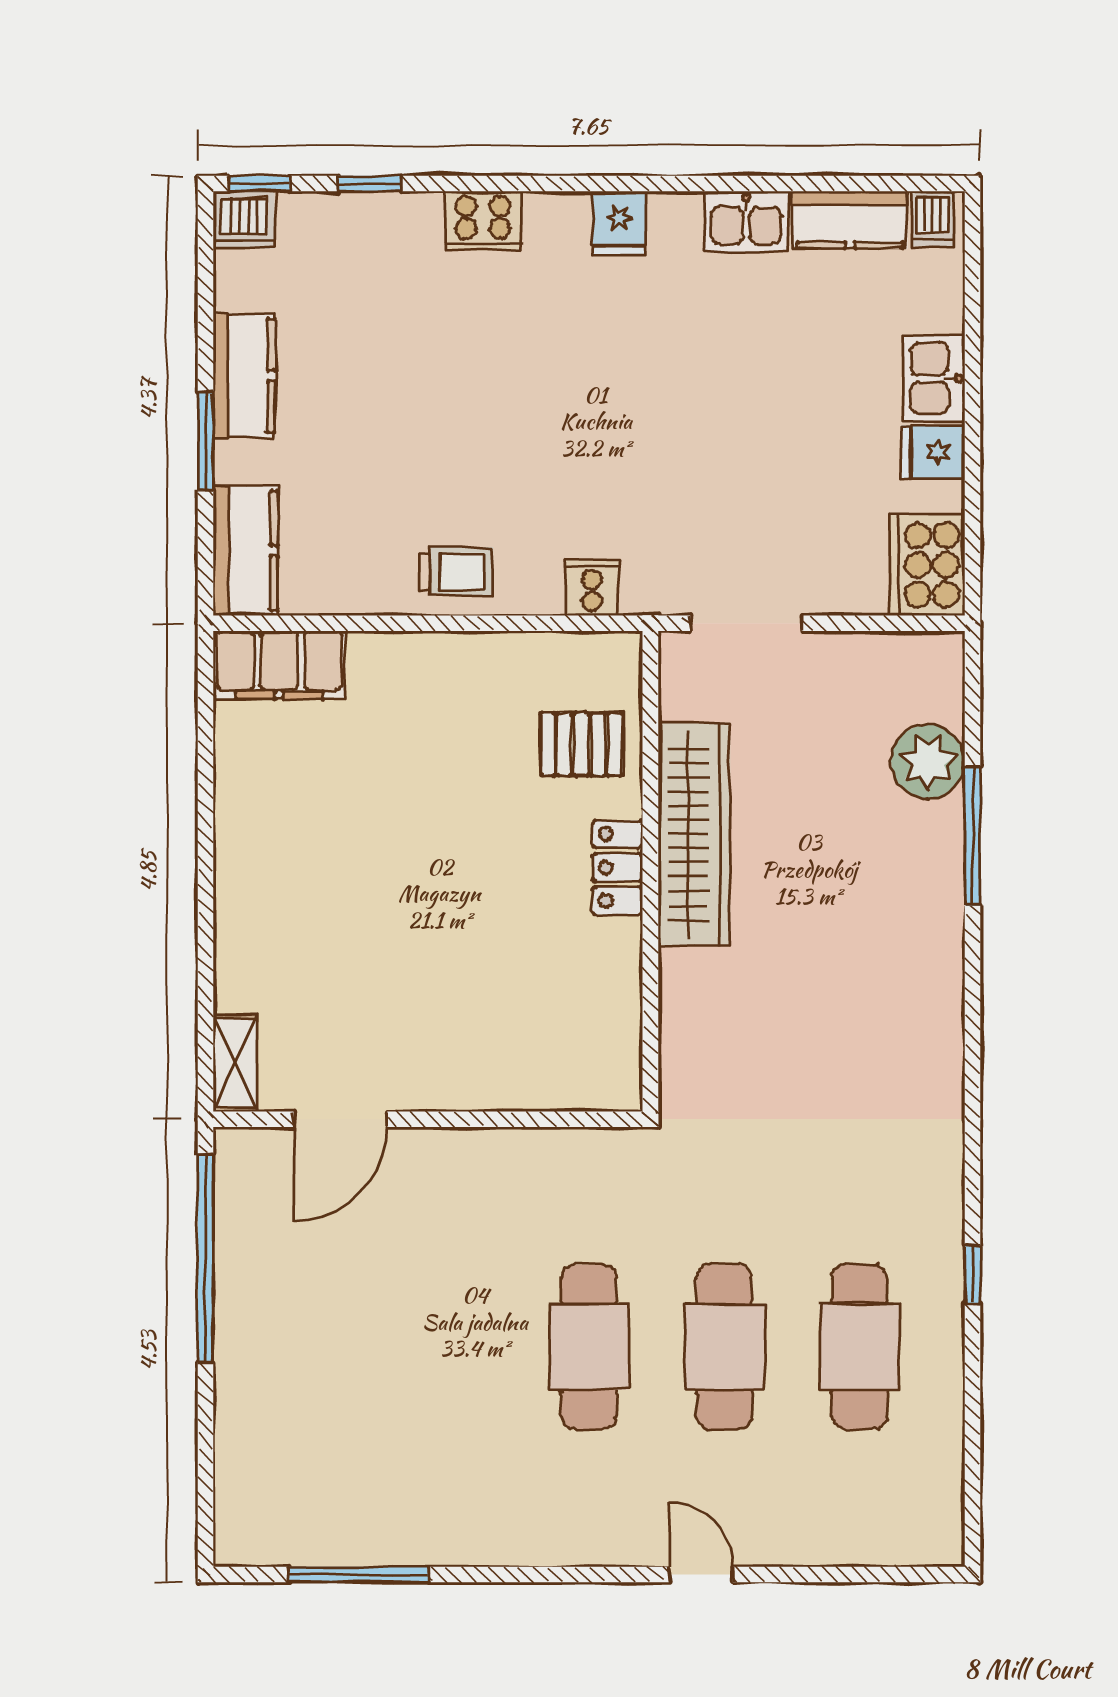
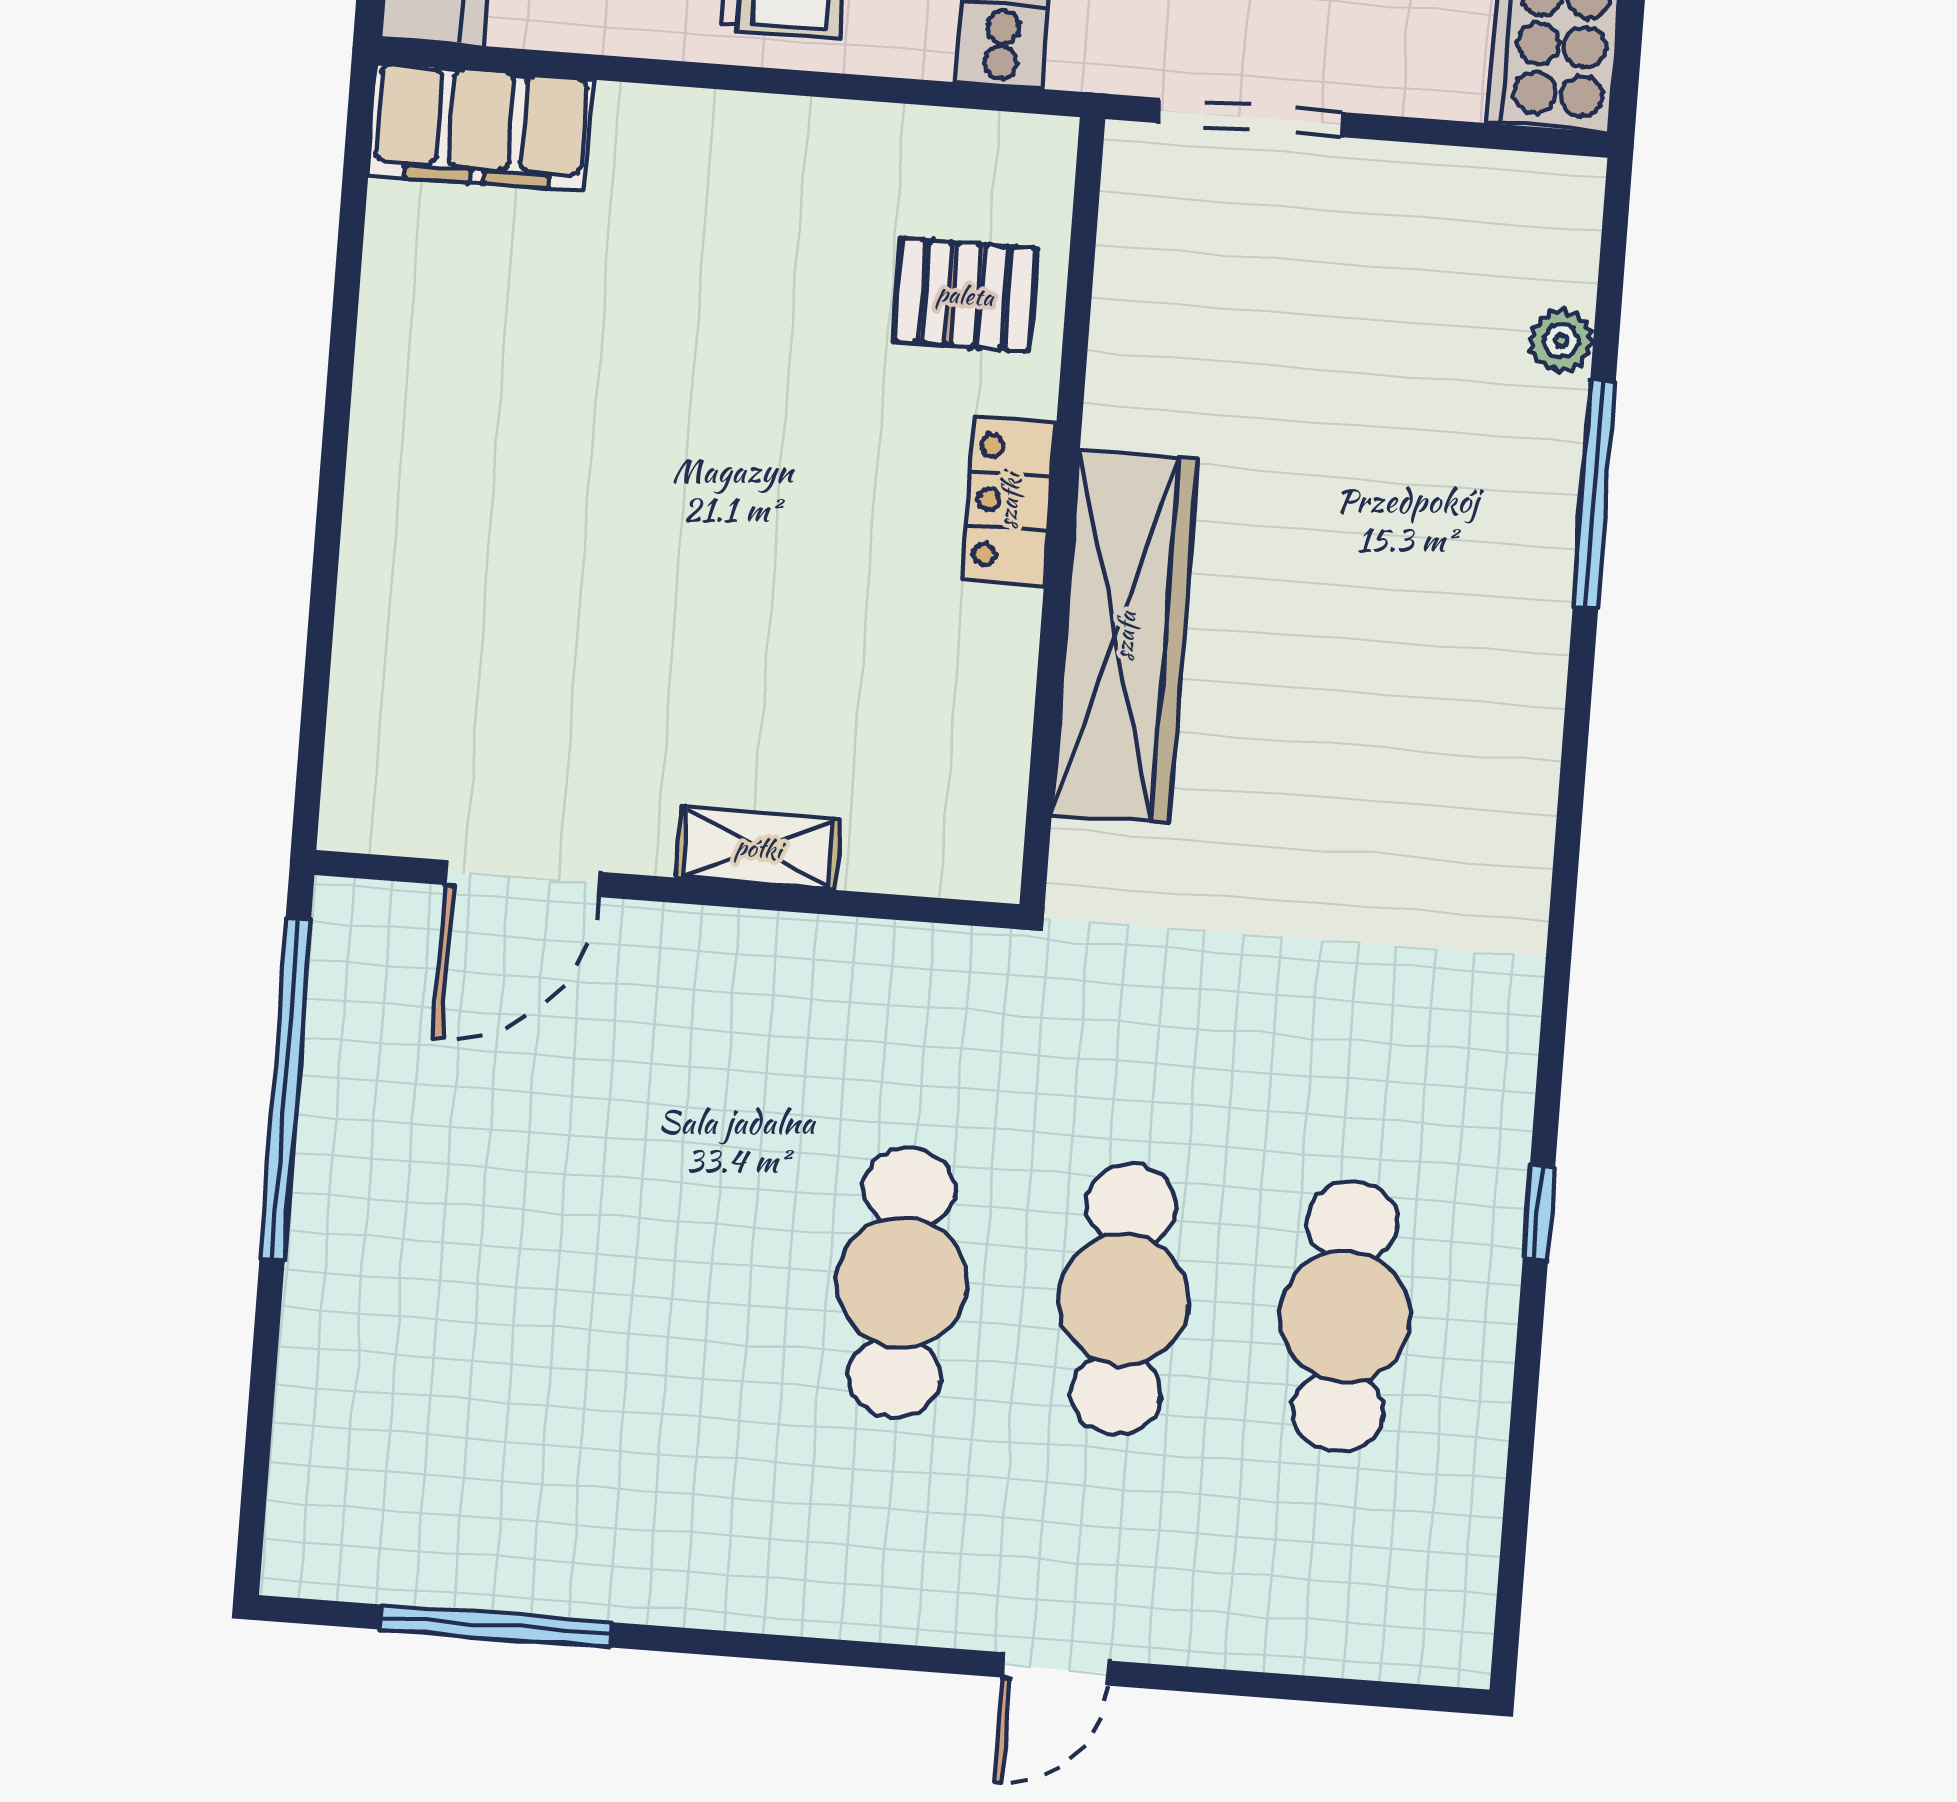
plant: (928, 761) -> (1561, 341), width x0.53, depth x0.53
wardrobe: (694, 834) -> (1125, 636), moved
shelving: (235, 1063) -> (758, 848), moved, turned 90
door: (701, 1574) -> (1056, 1669), swing flipped

